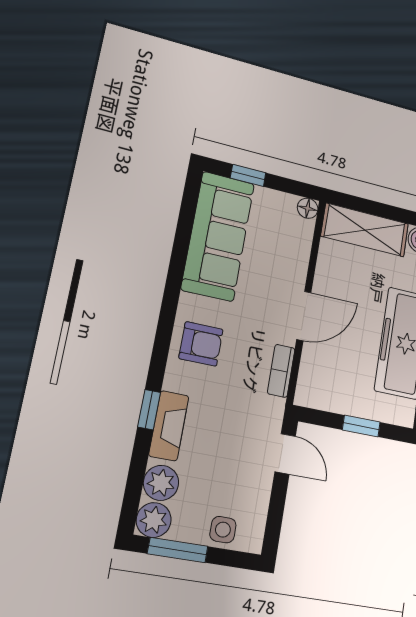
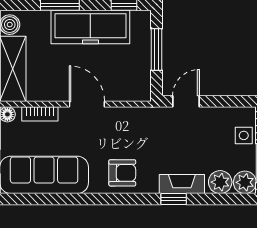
armchair: (201, 344) -> (122, 173), turned 90
bookcase: (281, 371) -> (40, 114), moved
window: (361, 426) -> (157, 49), width x1.50

